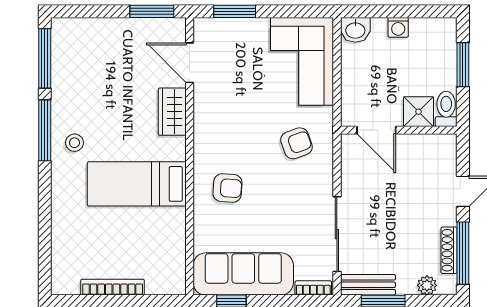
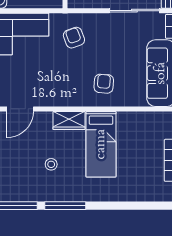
wardrobe: (172, 112) -> (69, 121), moved
stool: (74, 143) -> (51, 164), moved

